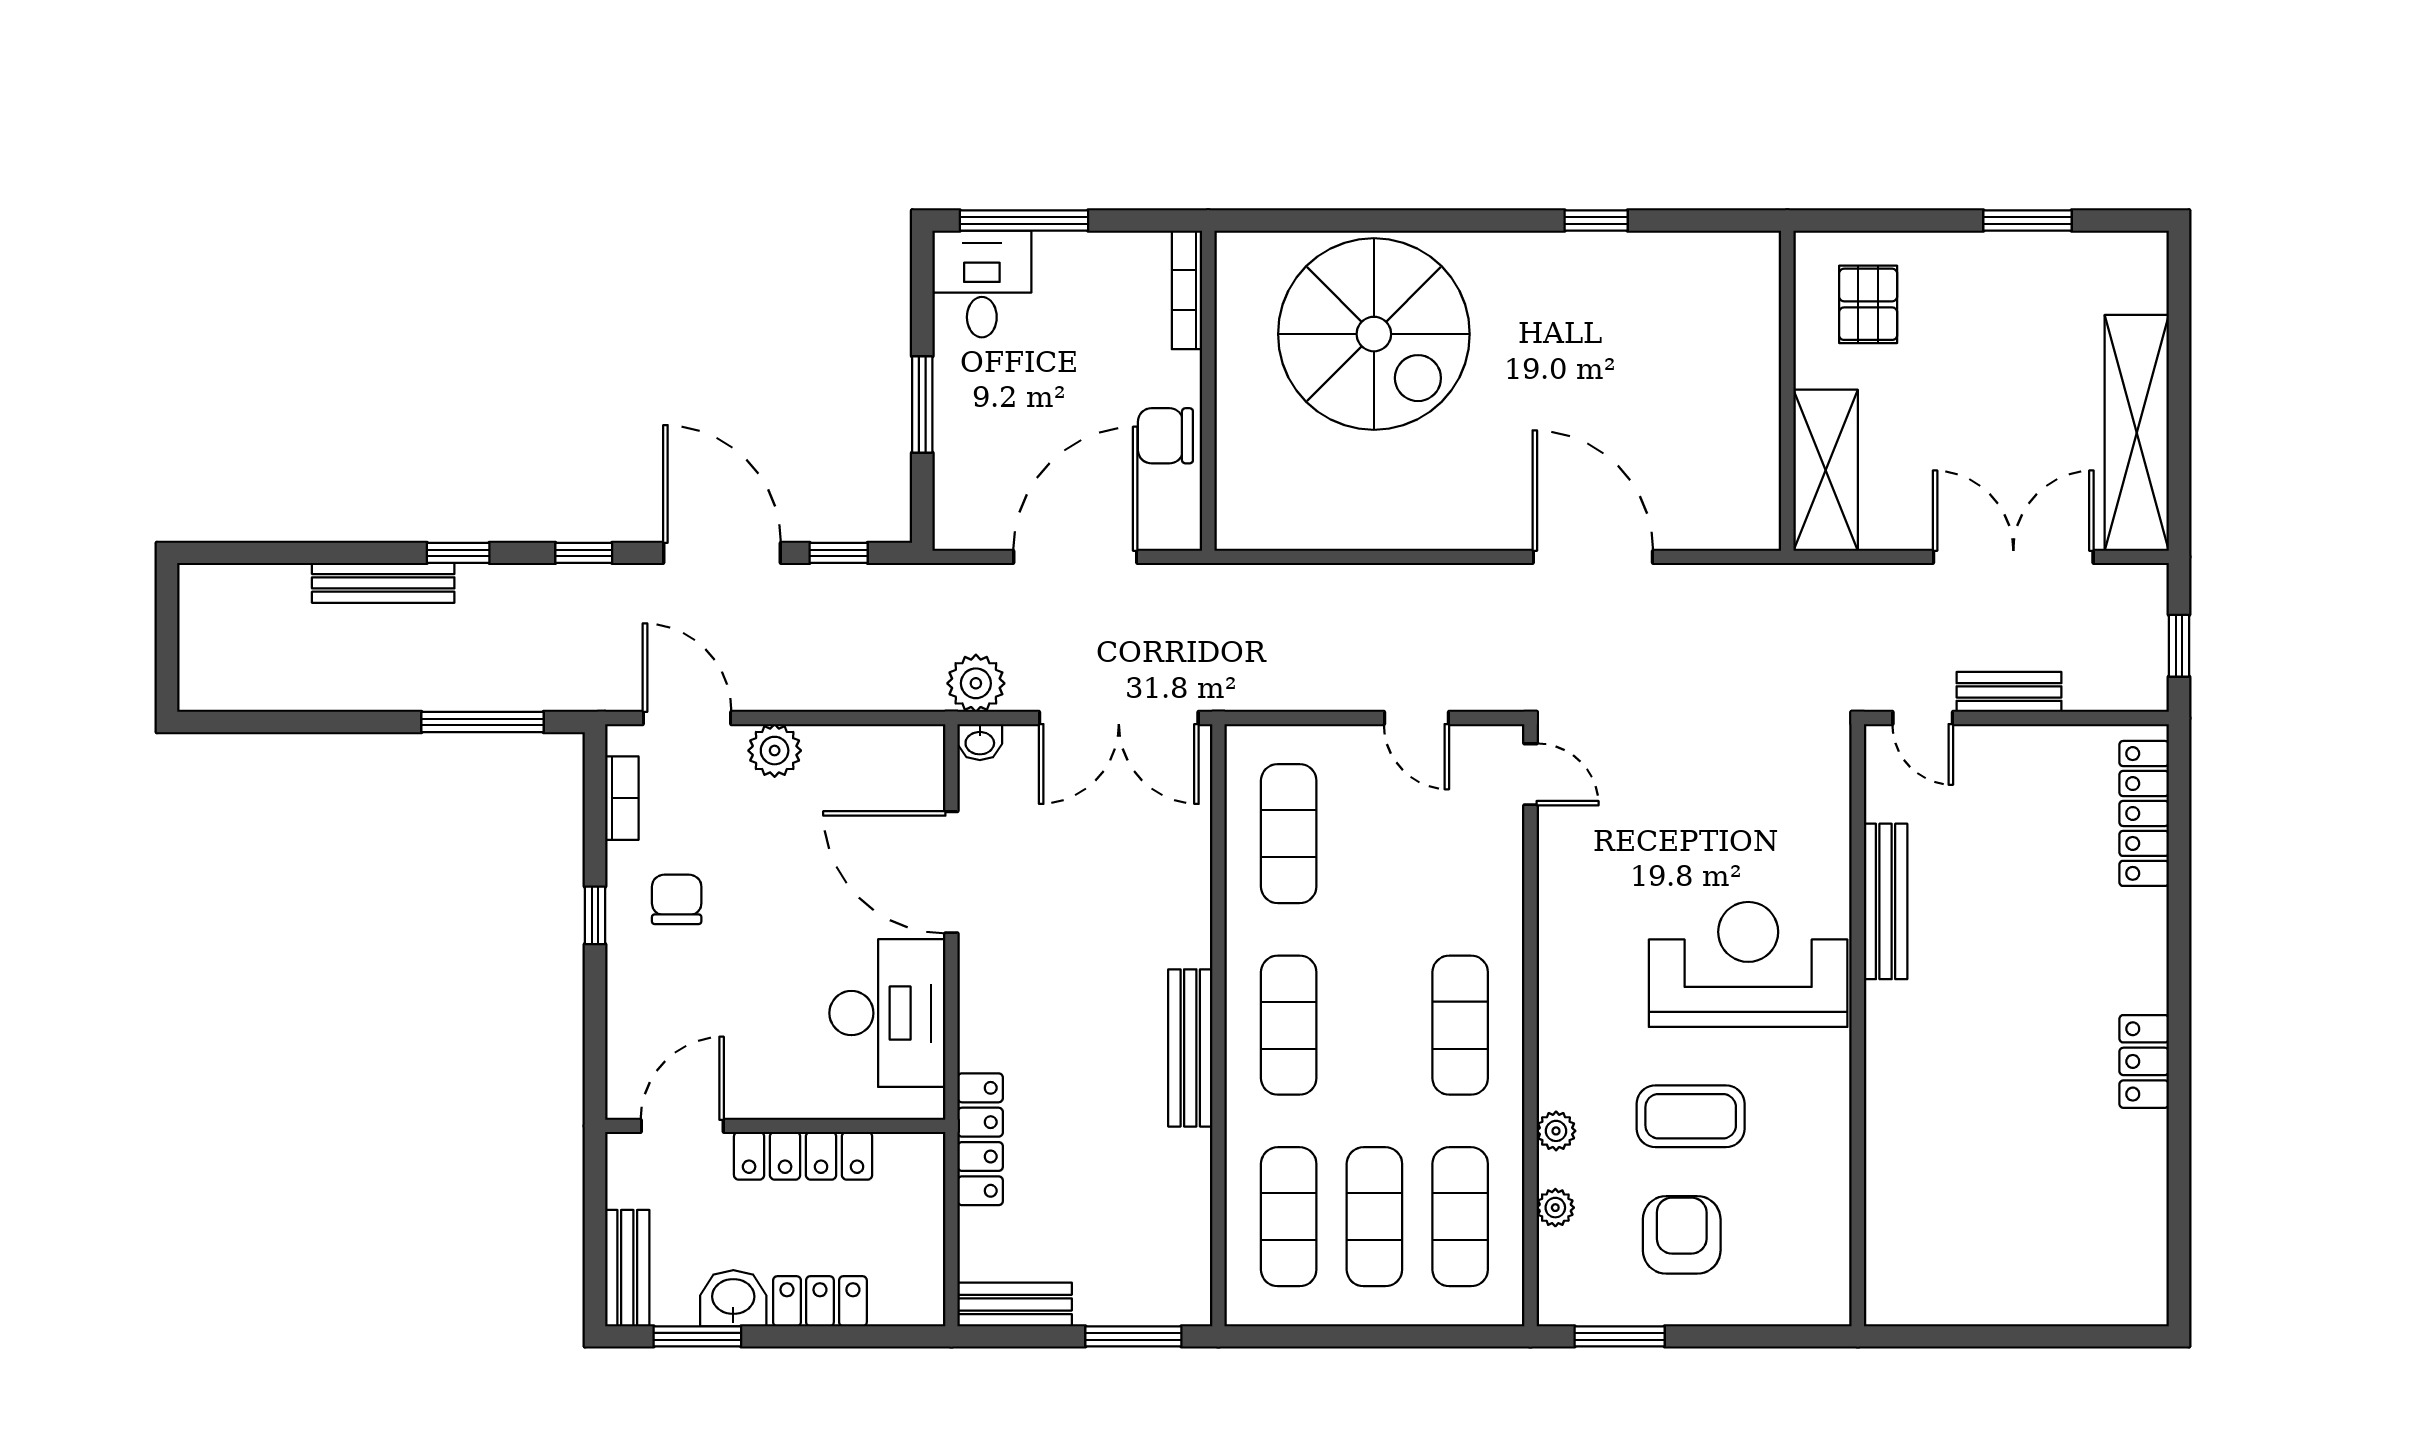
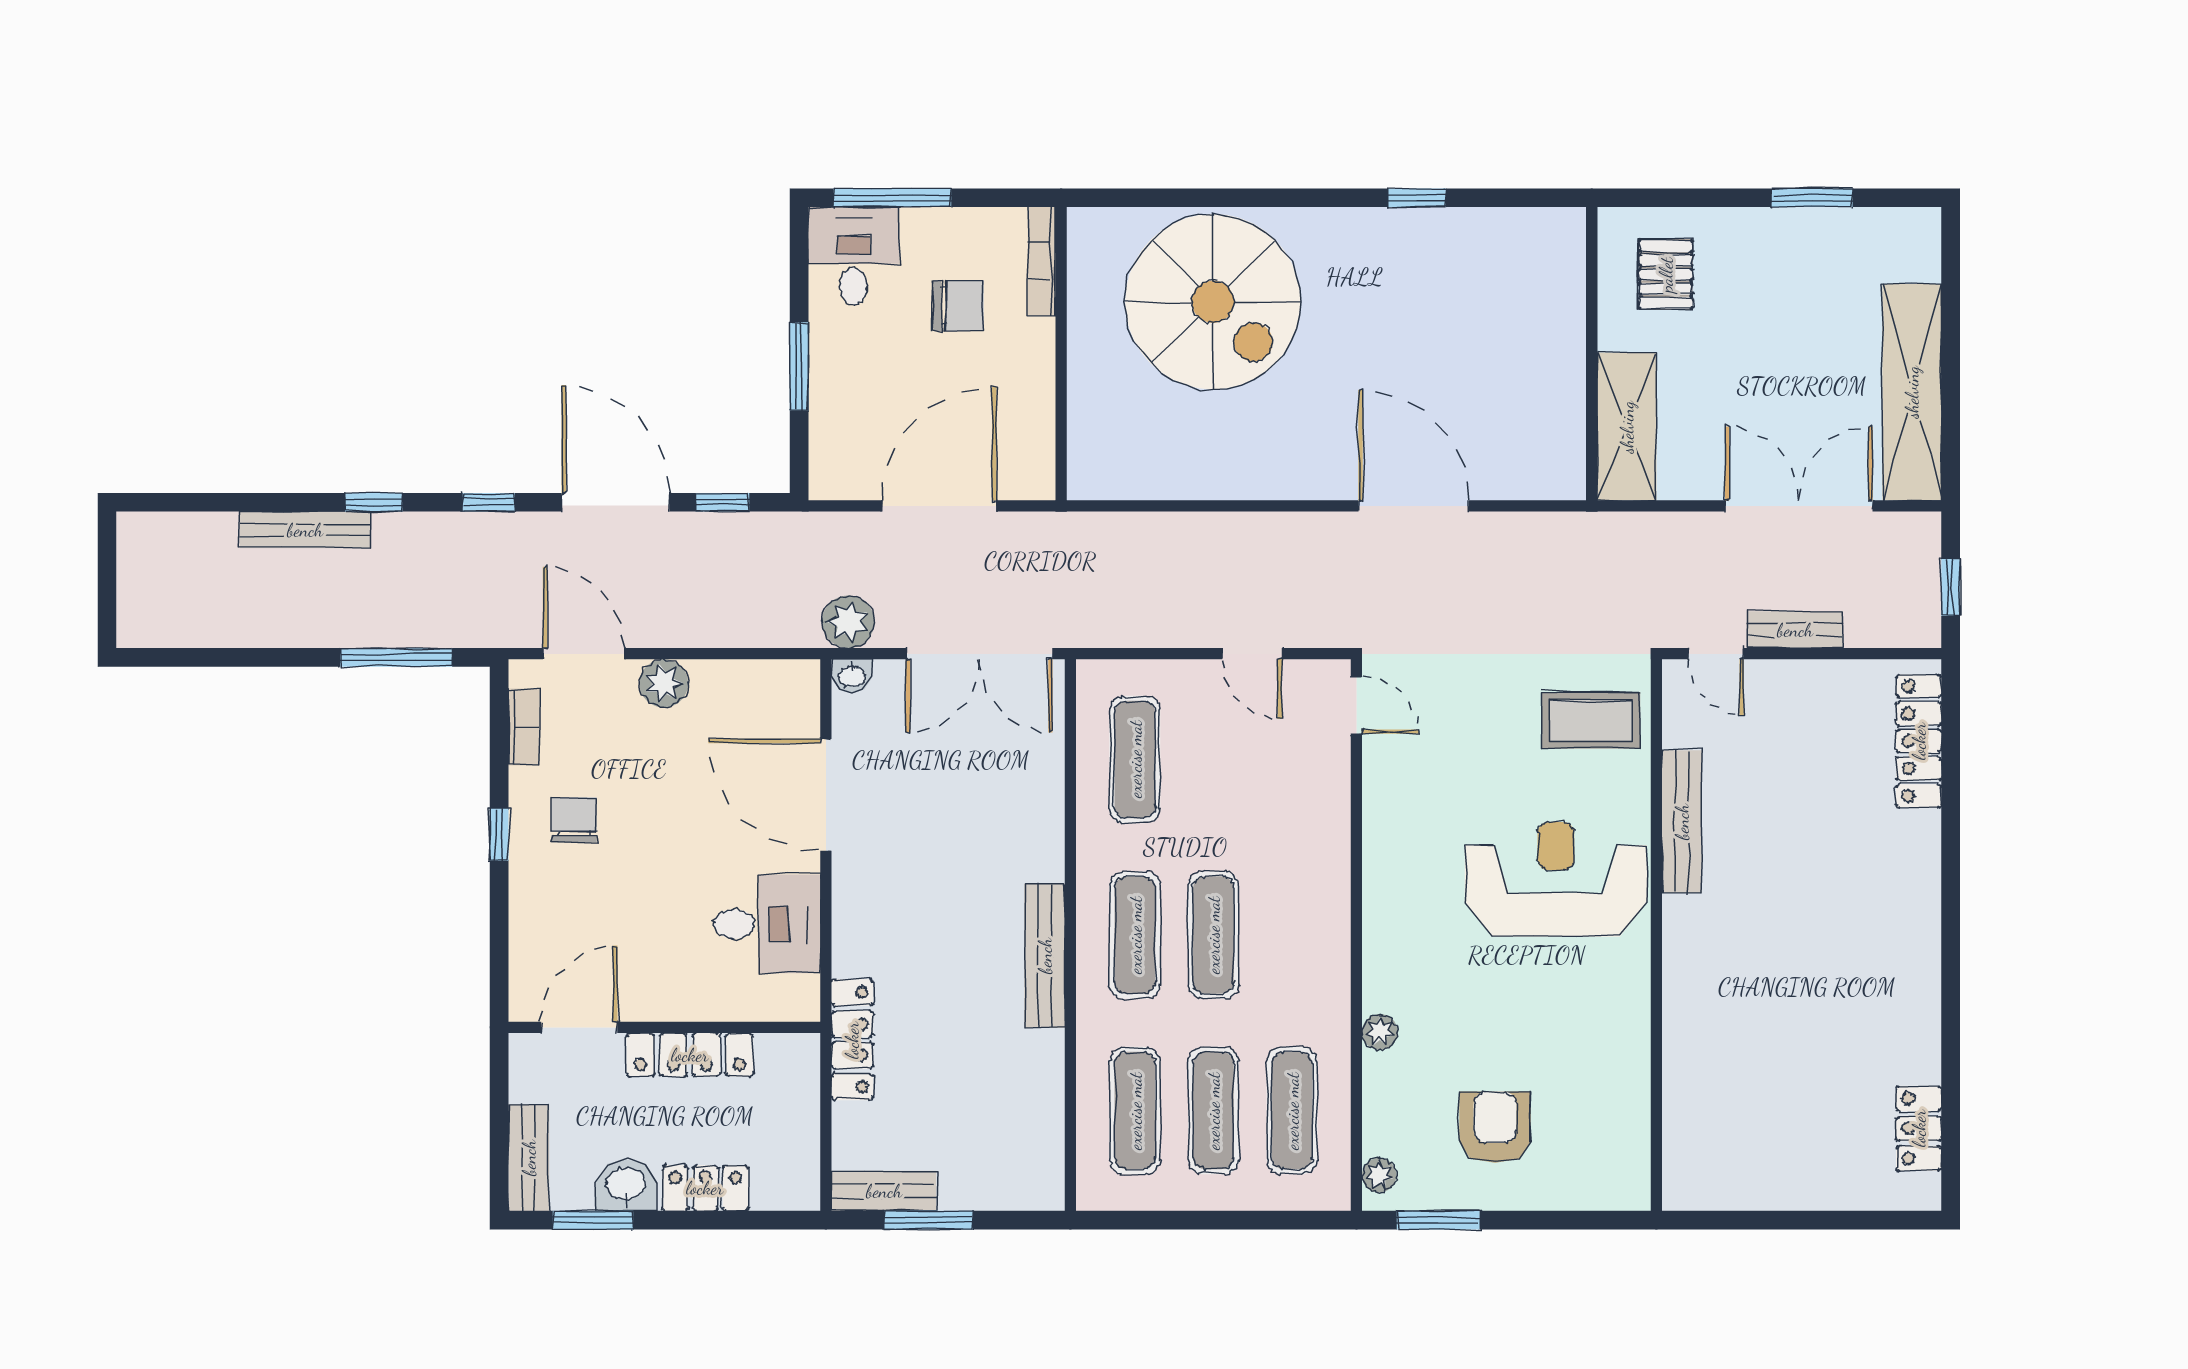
chair: (1165, 436) -> (959, 306), moved, turned 180
desk: (887, 1013) -> (767, 924), width x0.73
exercise mat: (1460, 1025) -> (1213, 935), moved
locker: (2144, 1061) -> (1919, 1128), moved
coffee table: (1691, 1116) -> (1591, 720), moved
plant: (1555, 1208) -> (1379, 1175), moved
window: (1133, 1336) -> (929, 1220), moved

